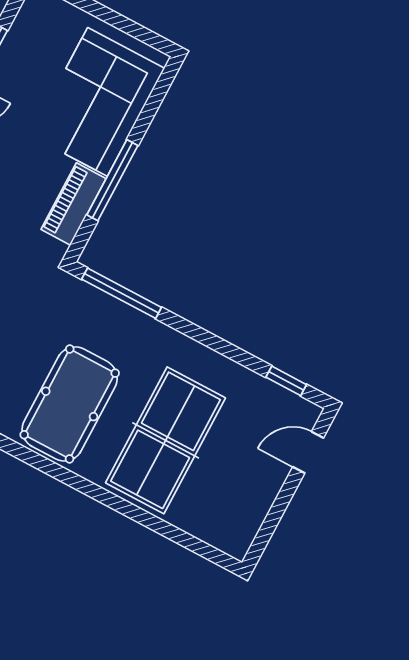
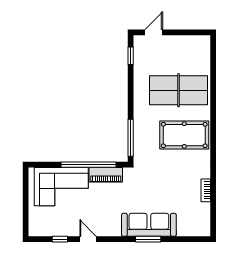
window: (112, 180) -> (89, 165), width x1.46
door: (308, 452) -> (154, 32), swing flipped

